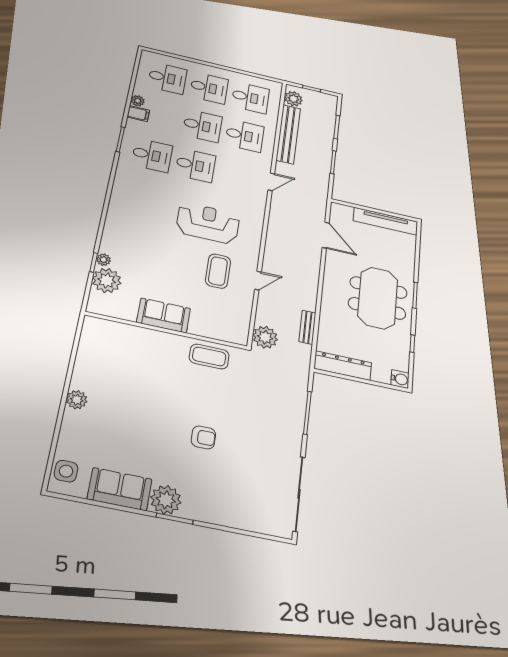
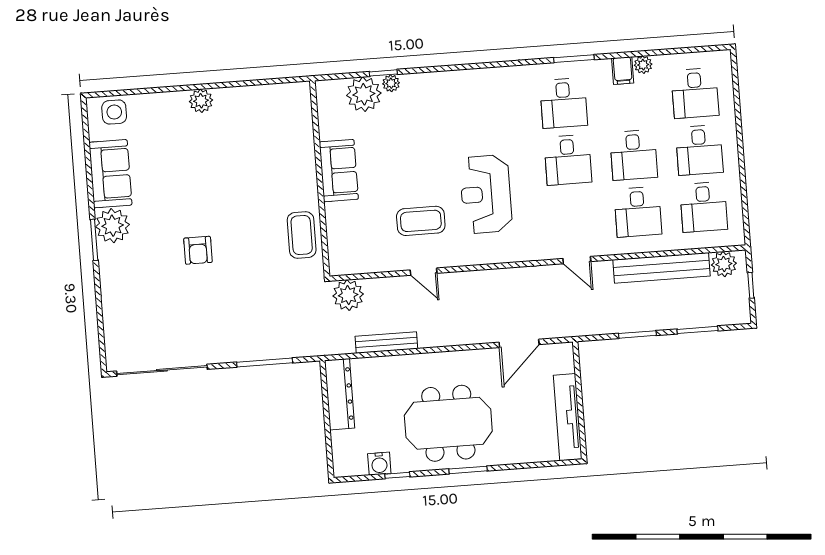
reception desk: (208, 223) -> (486, 194), turned 180
bench: (307, 327) -> (386, 343), width x1.36
water cooler: (400, 379) -> (379, 464), moved

